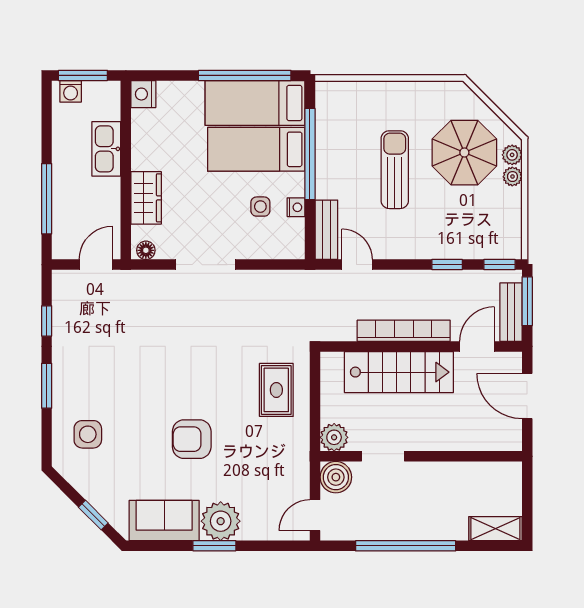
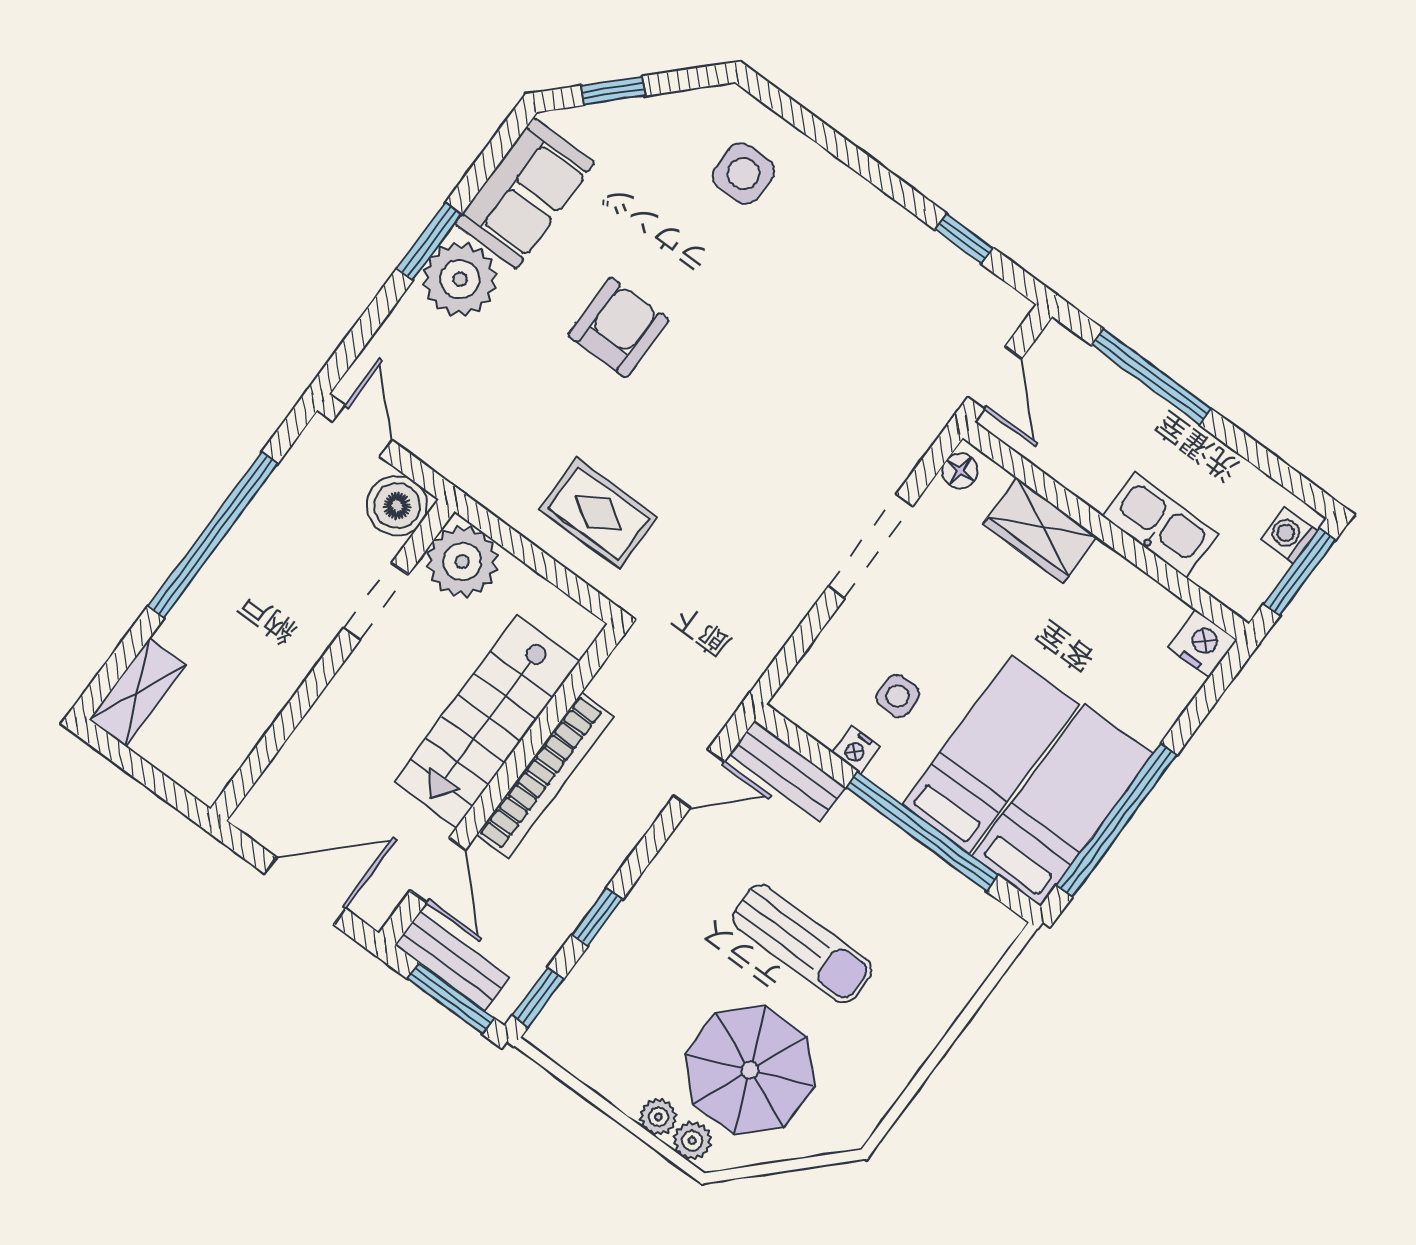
window: (47, 386) -> (864, 165), removed
plant: (334, 437) -> (462, 561), width x1.36, depth x1.36

